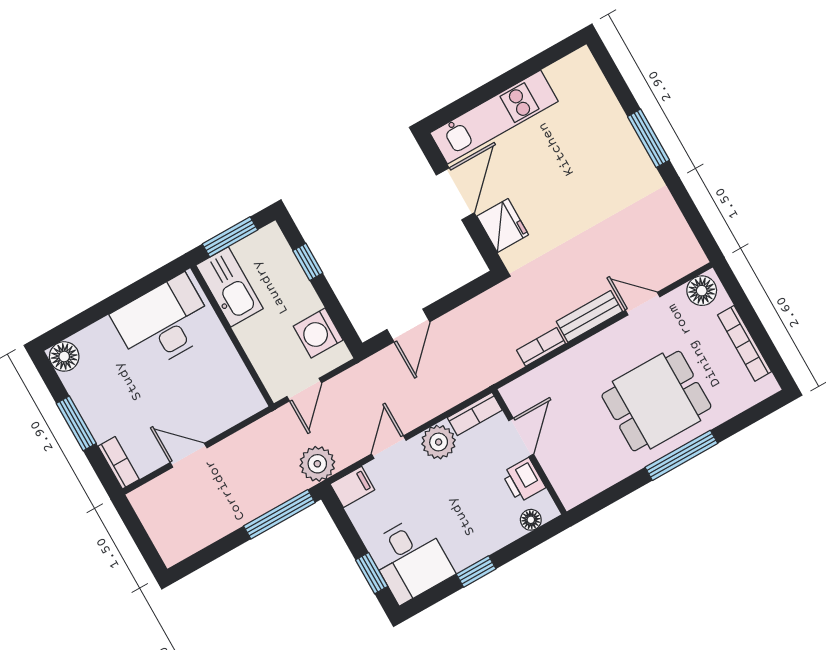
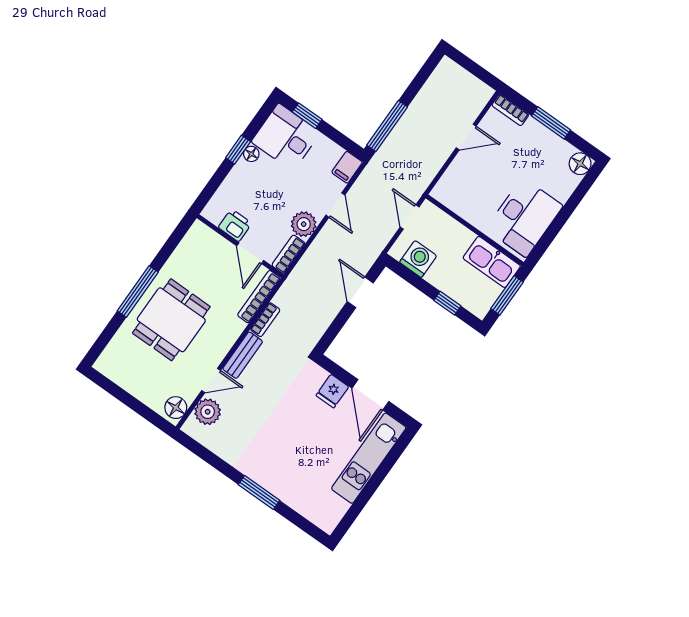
fridge: (503, 225) -> (332, 391), width x0.72
bookcase: (745, 343) -> (259, 297), moved, turned -90
plant: (317, 464) -> (208, 412), moved
floor lamp: (531, 520) -> (251, 154), moved

